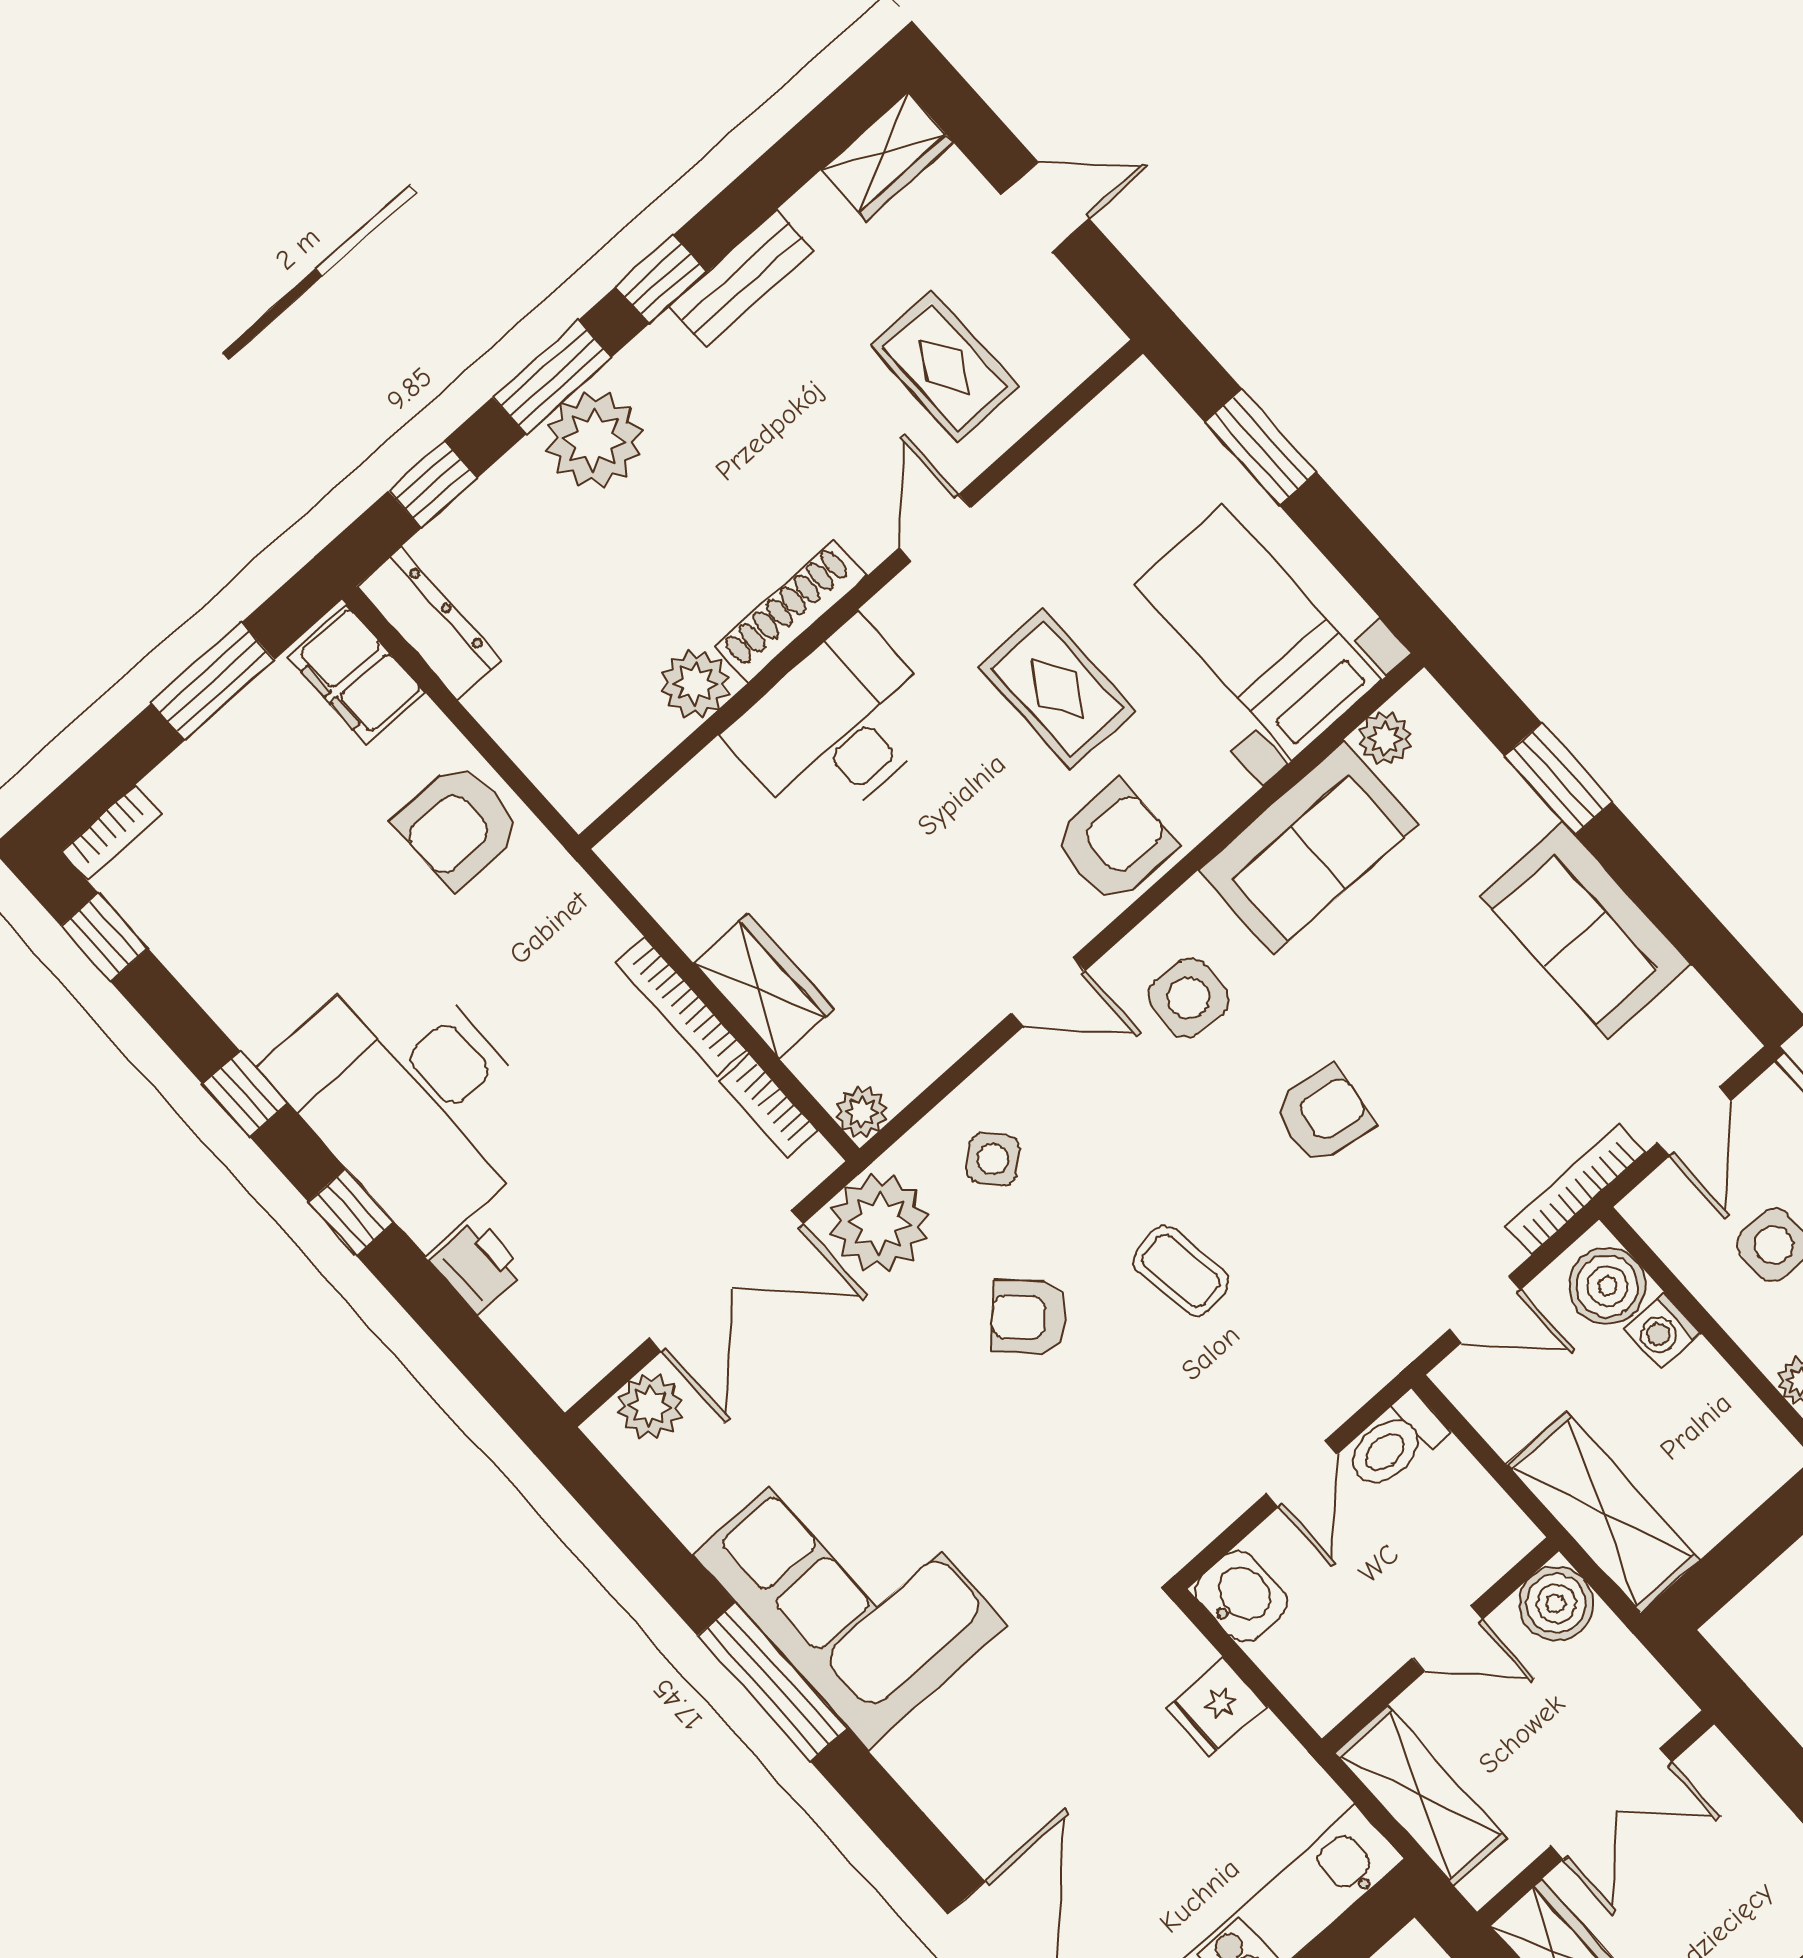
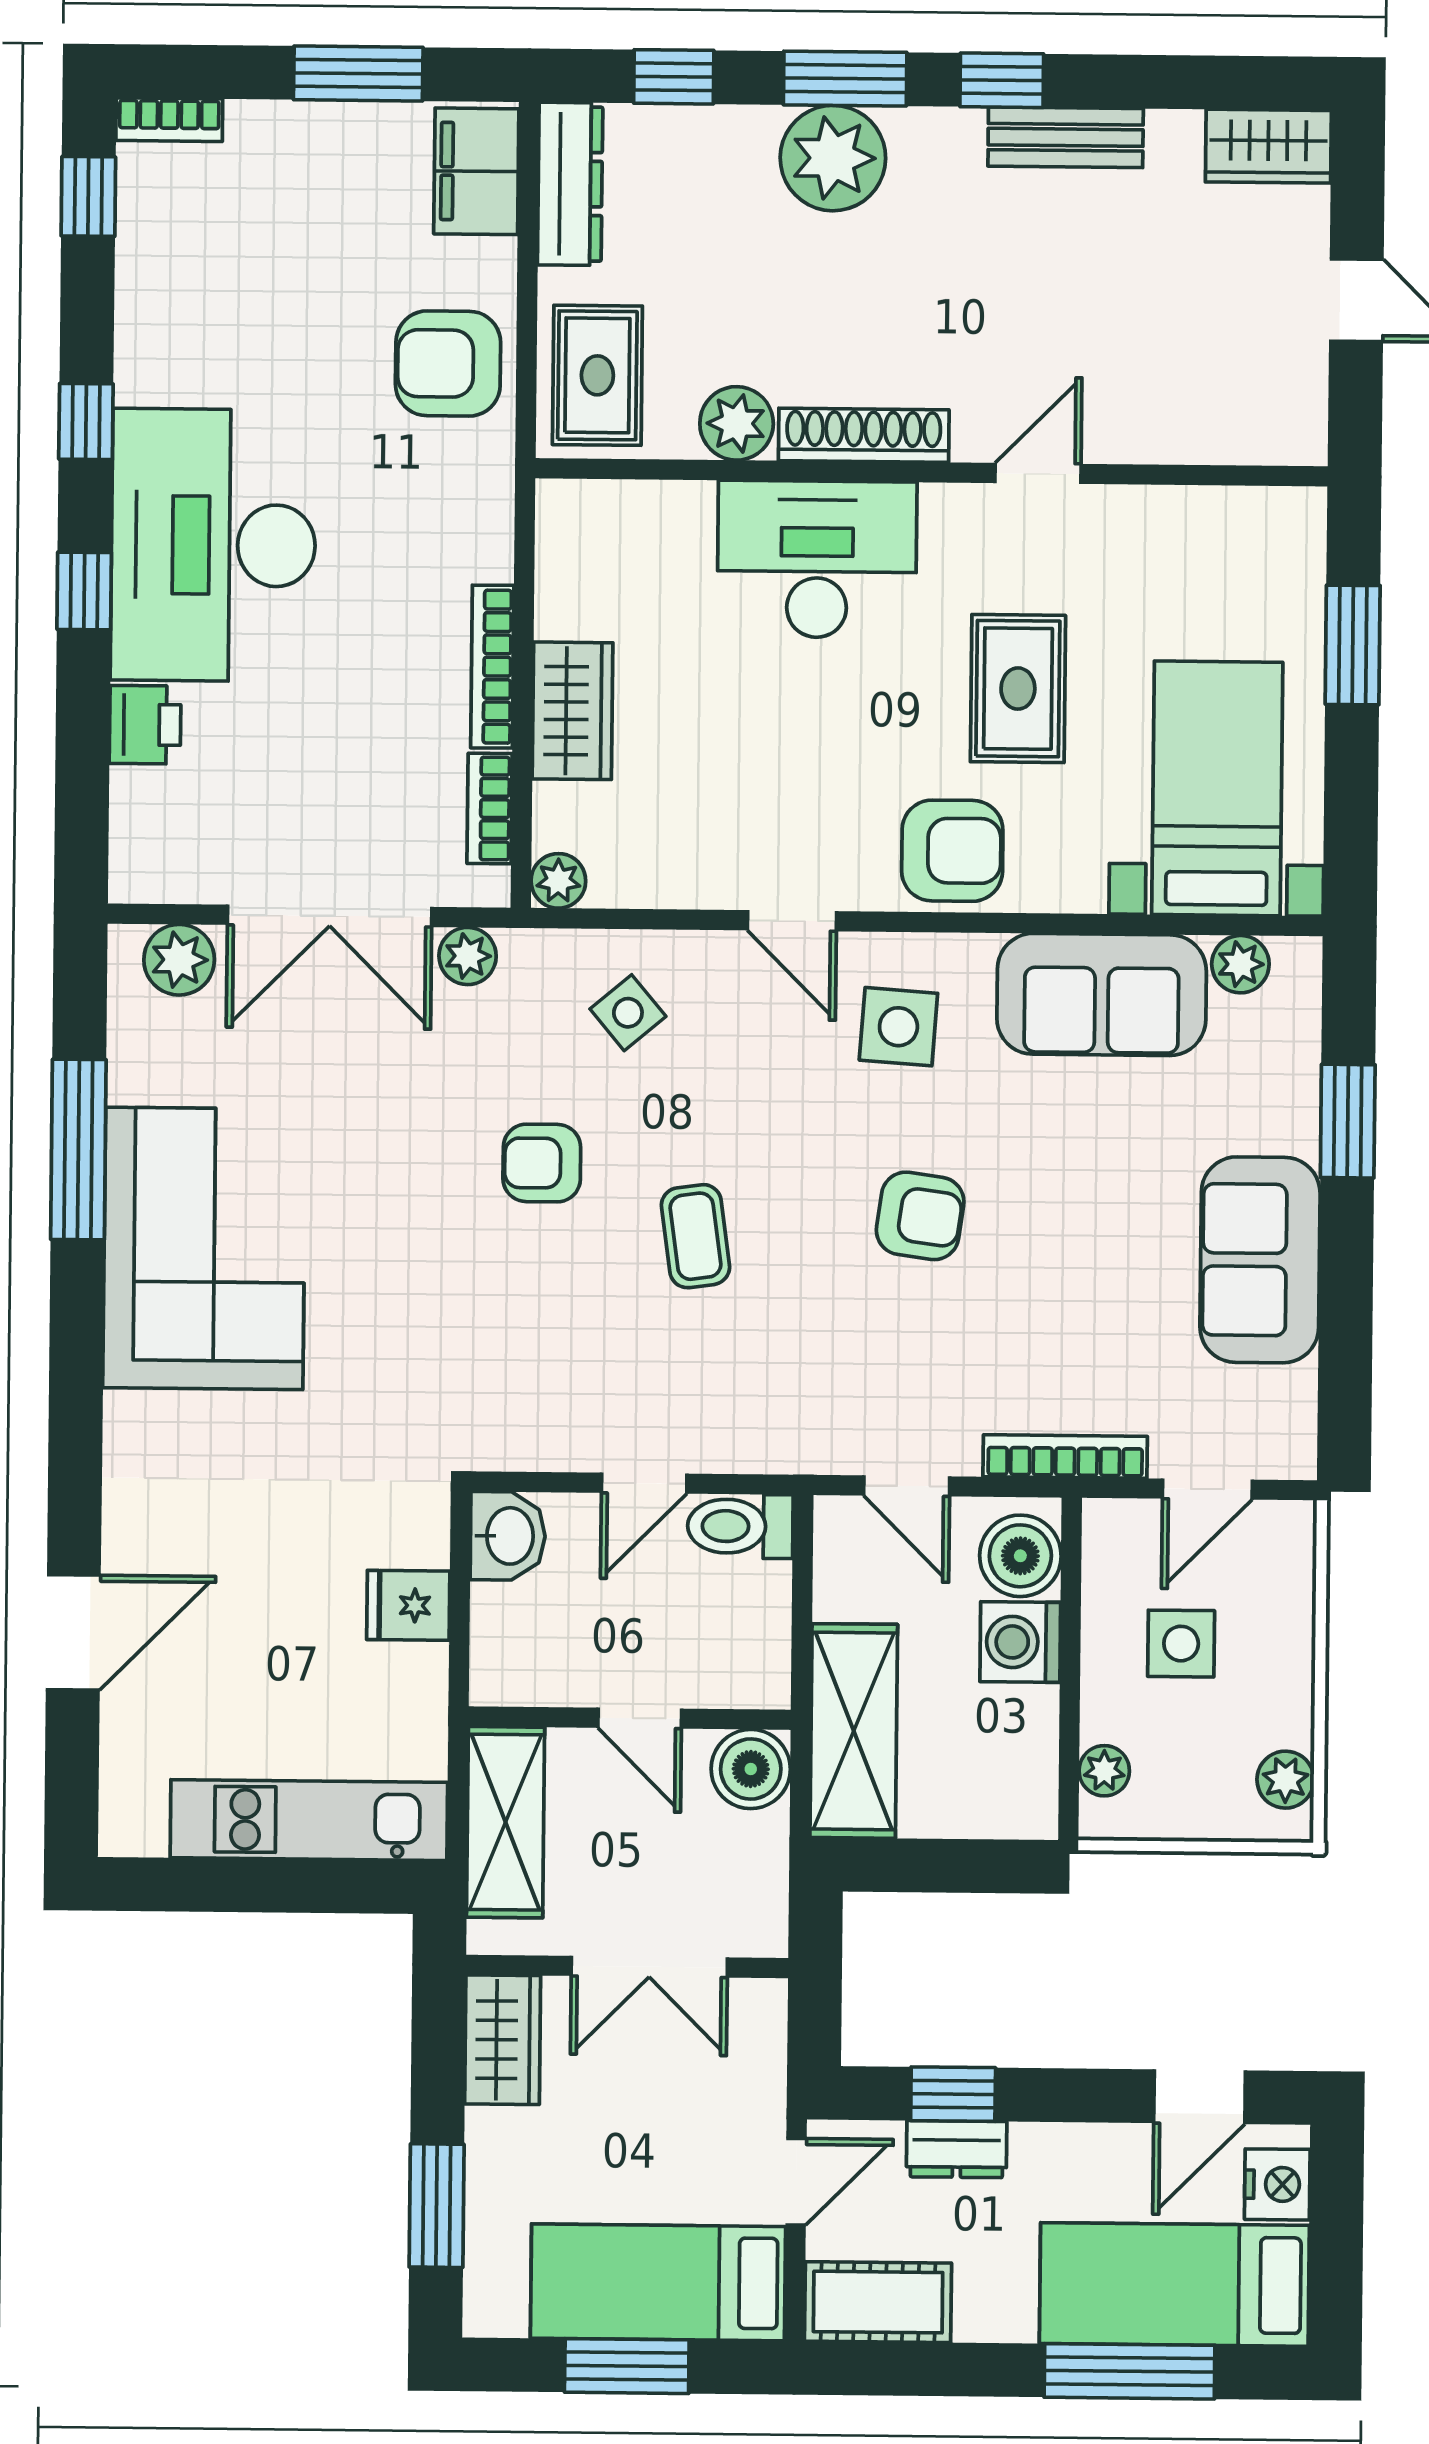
rug: (944, 367) -> (597, 375), moved
plant: (880, 1223) -> (468, 956), width x0.53, depth x0.53
armchair: (1029, 1317) -> (542, 1163), turned -44
washing machine: (1663, 1331) -> (1020, 1642), width x1.38, depth x1.38
window: (773, 1682) -> (78, 1150), moved

